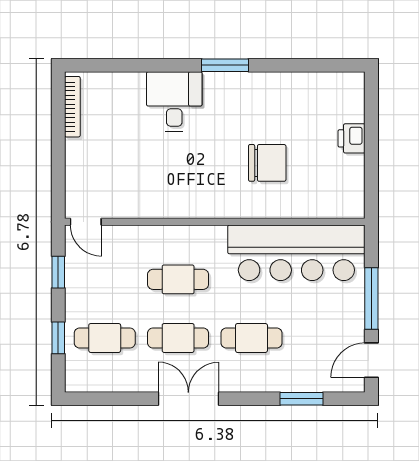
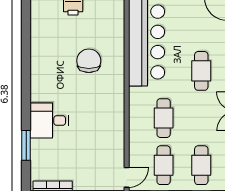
window: (225, 65) -> (26, 145), moved
cafe table: (178, 338) -> (164, 165), moved

